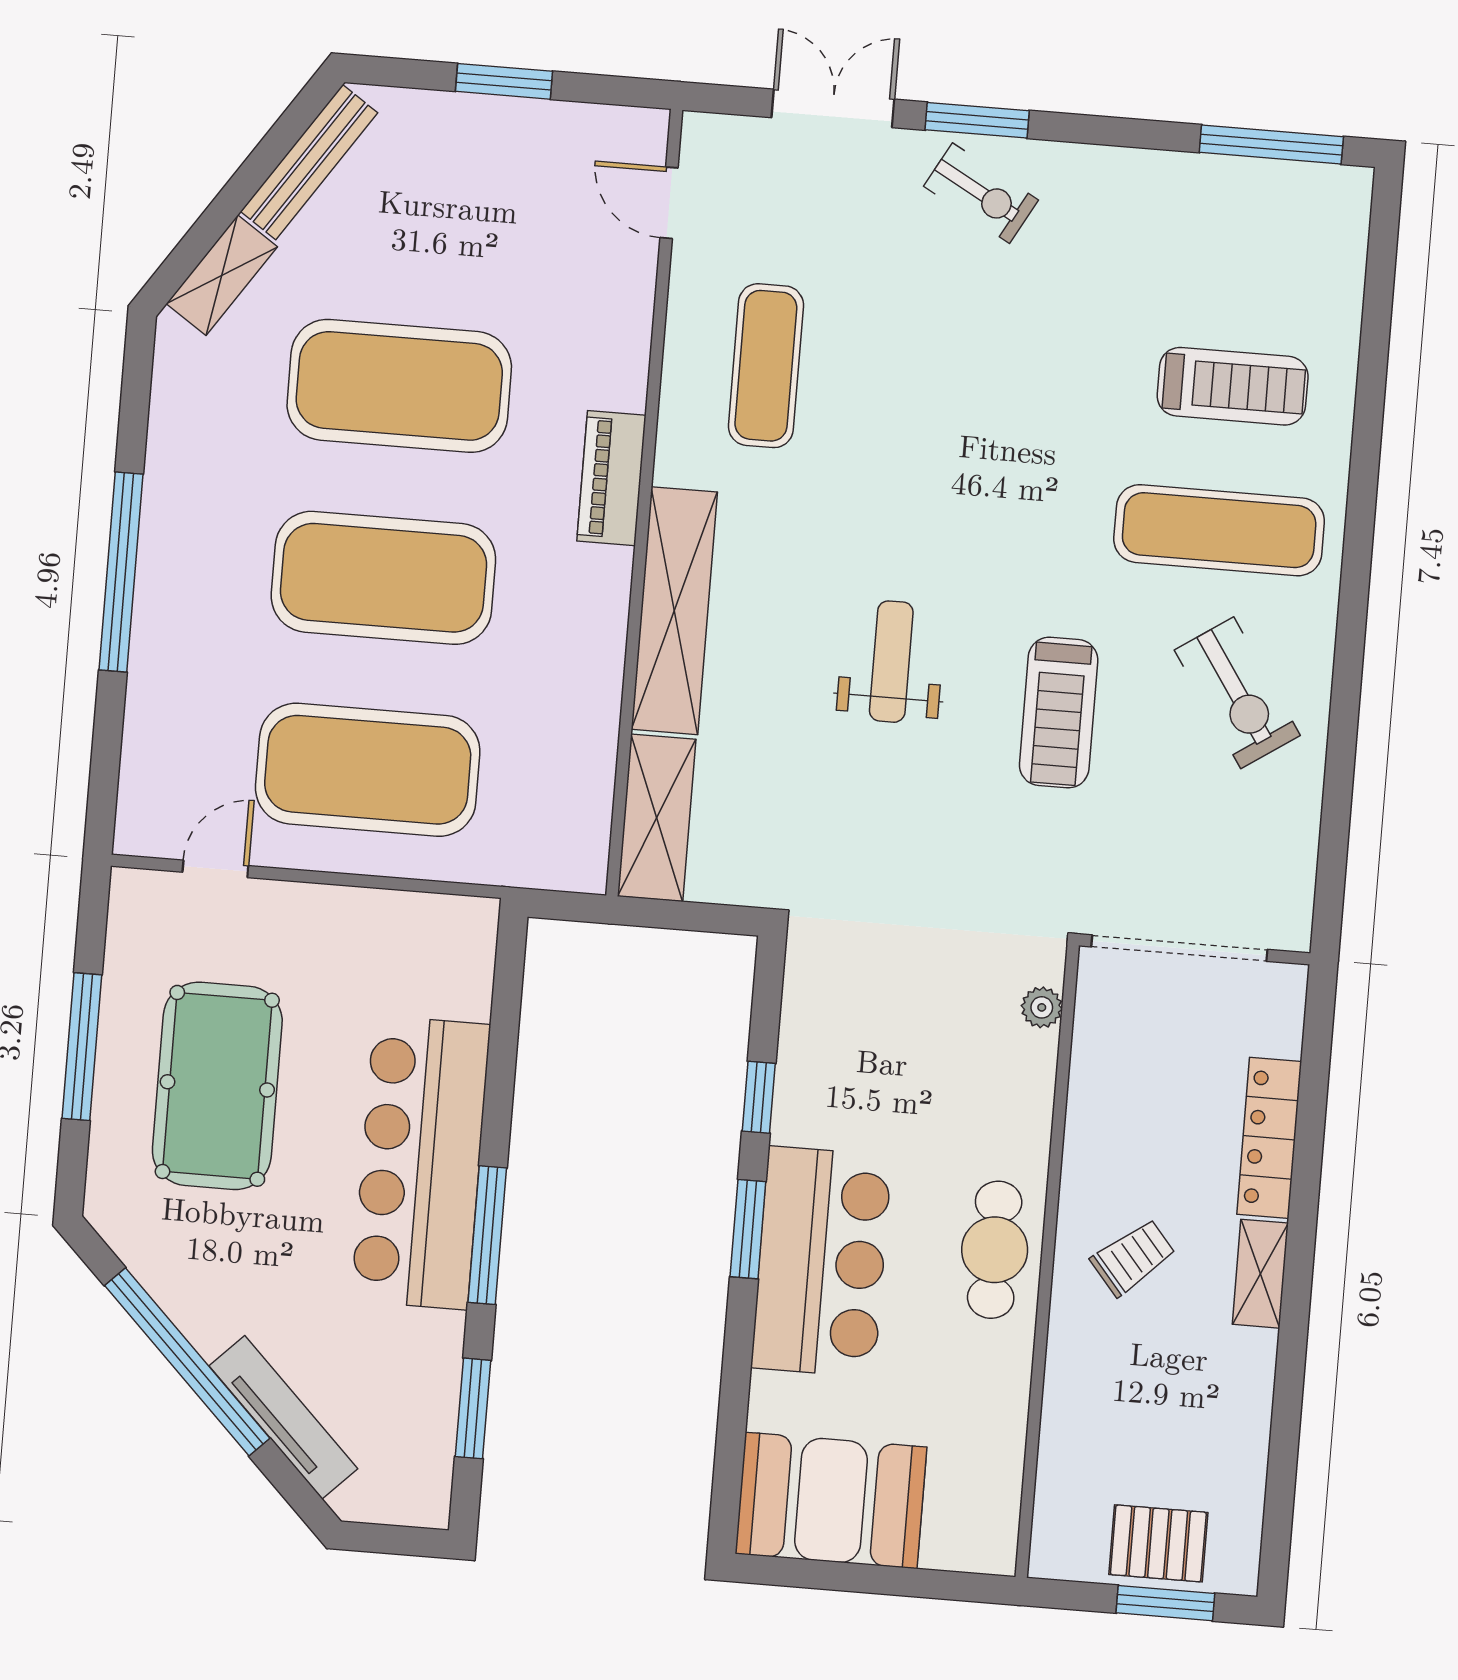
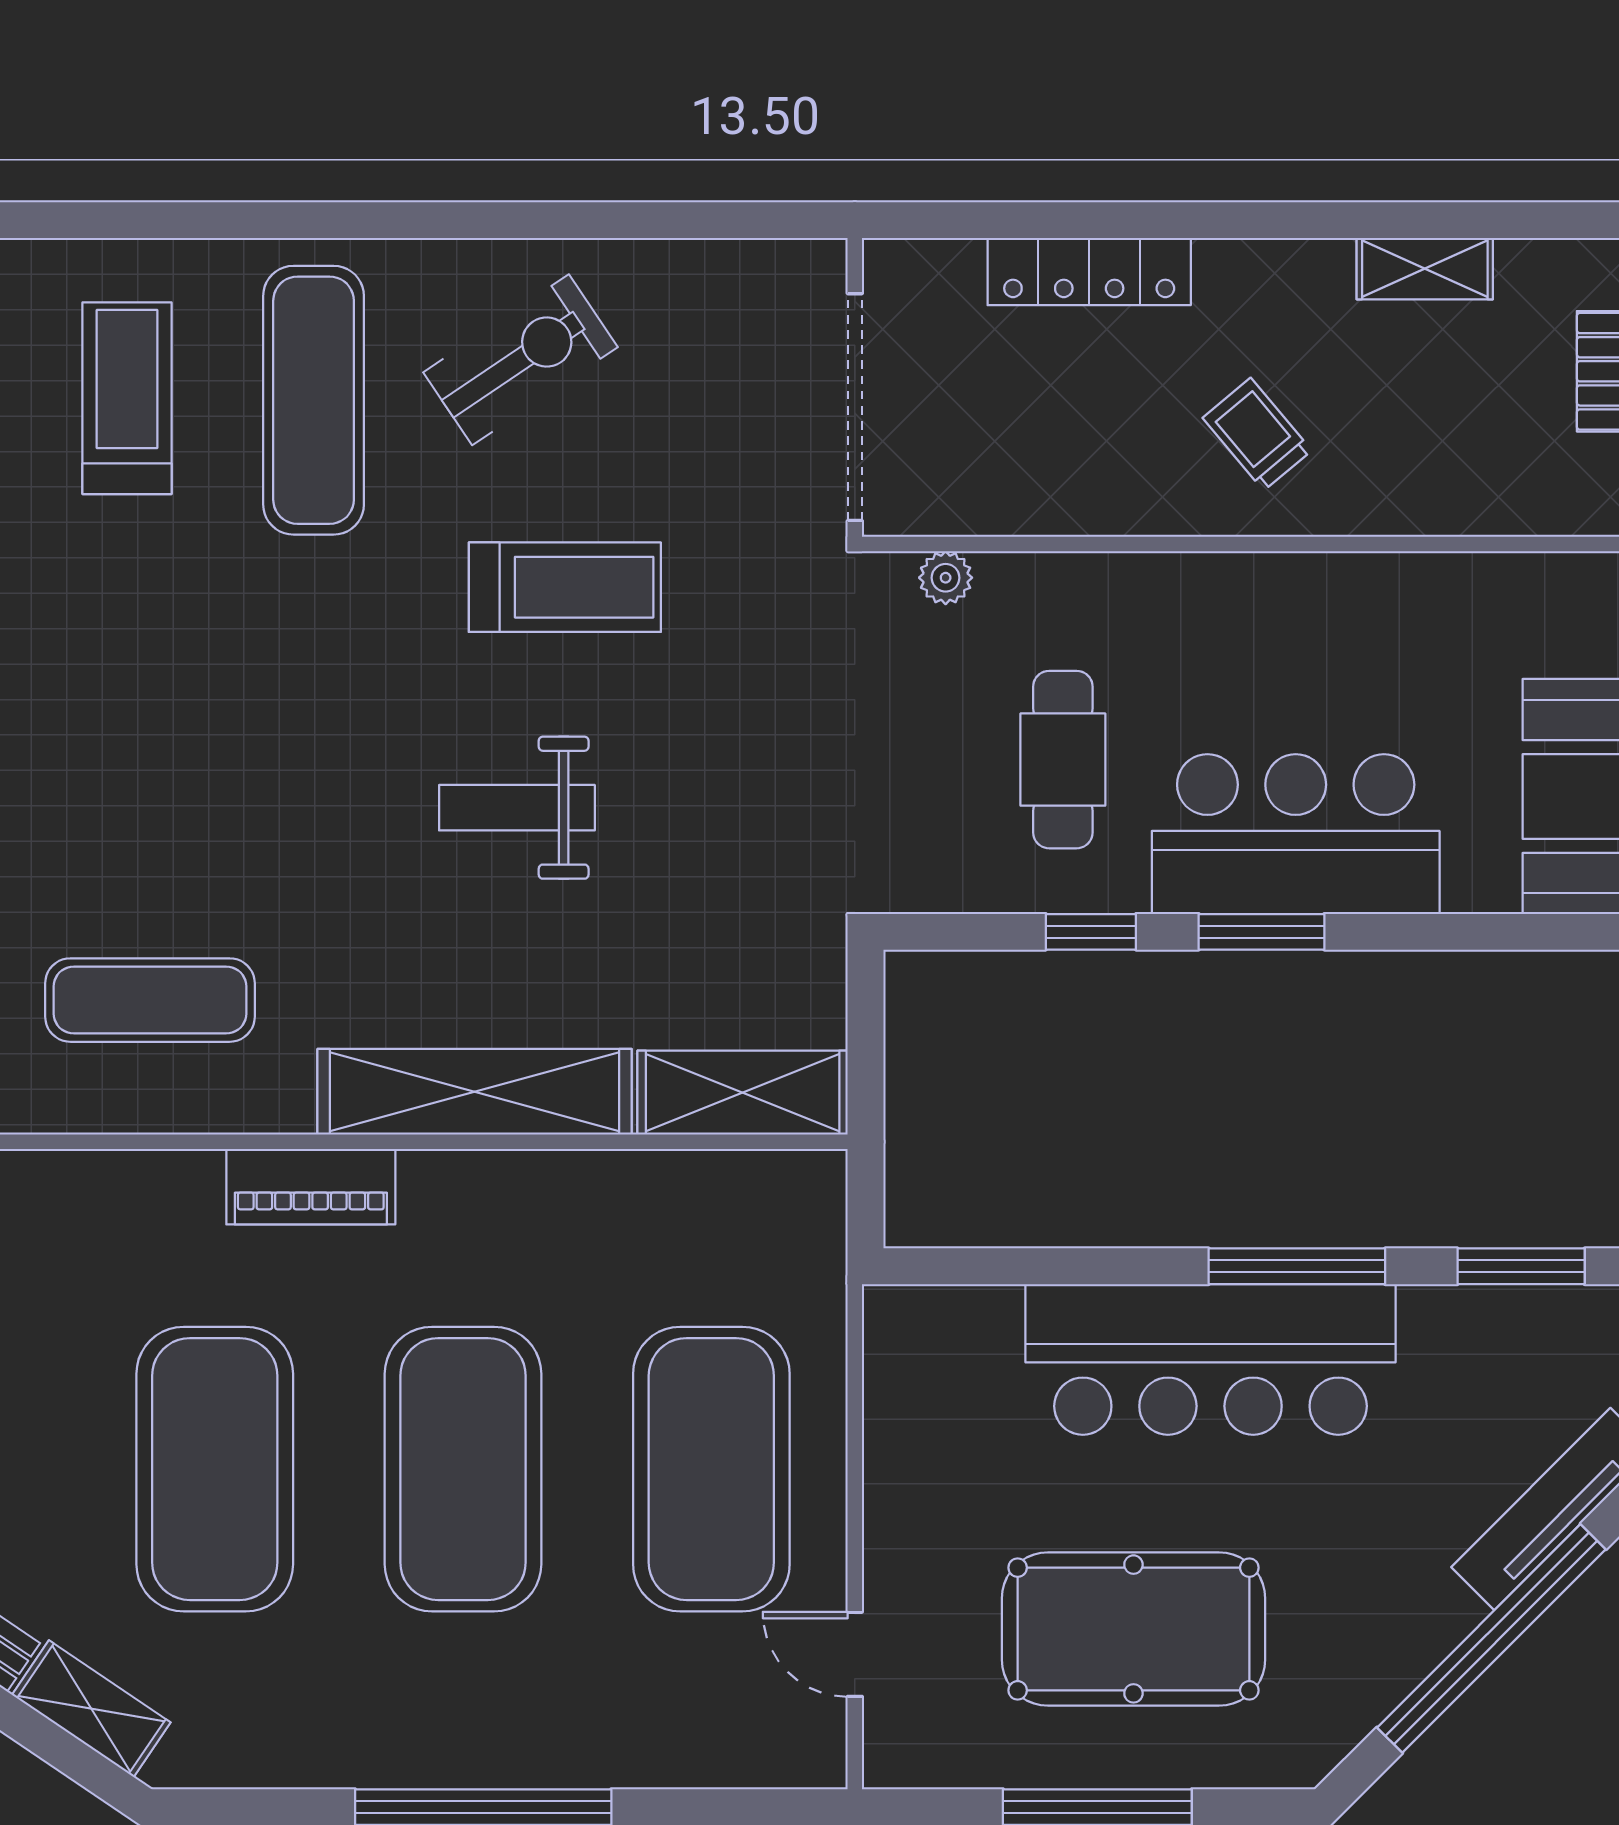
cafe table: (995, 1250) -> (1063, 760), moved, turned 90
shelving: (1260, 1274) -> (1425, 269), moved

